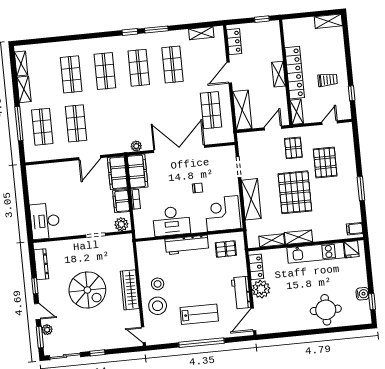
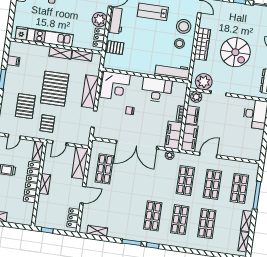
shop shelf: (172, 64) -> (185, 181), moved
filing cabinet: (355, 229) -> (13, 61), moved
plant: (117, 245) -> (204, 82), added
workbench: (187, 245) -> (172, 72), moved
pallet: (226, 249) -> (115, 48), moved
spiral stairs: (87, 290) -> (235, 52), turned 180

